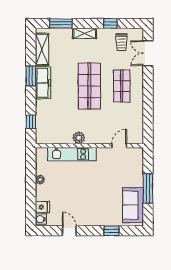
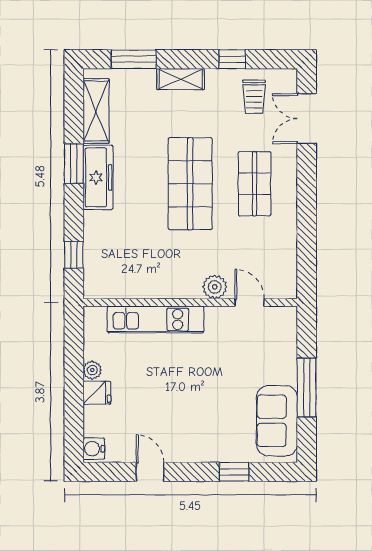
plant: (79, 138) -> (215, 287), moved
door: (119, 146) -> (250, 302), hinge flipped
fridge: (42, 207) -> (97, 393), moved

